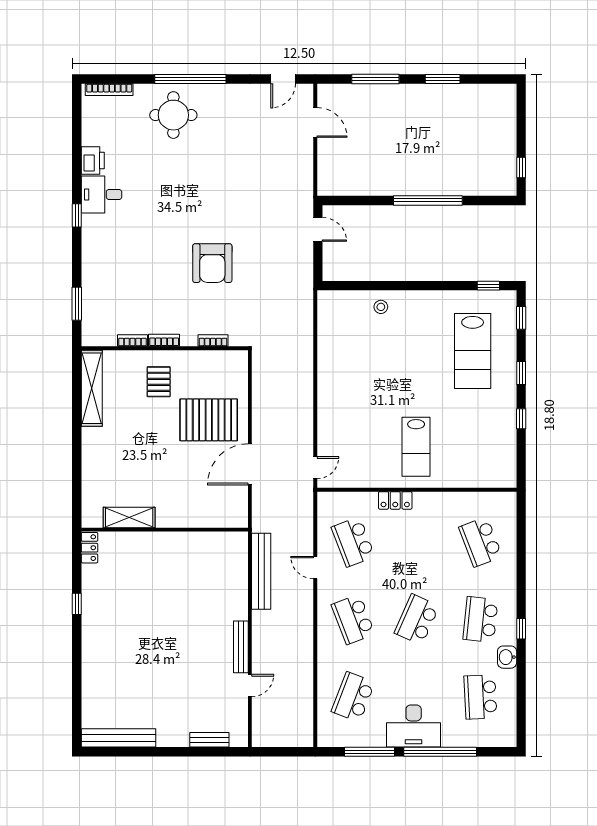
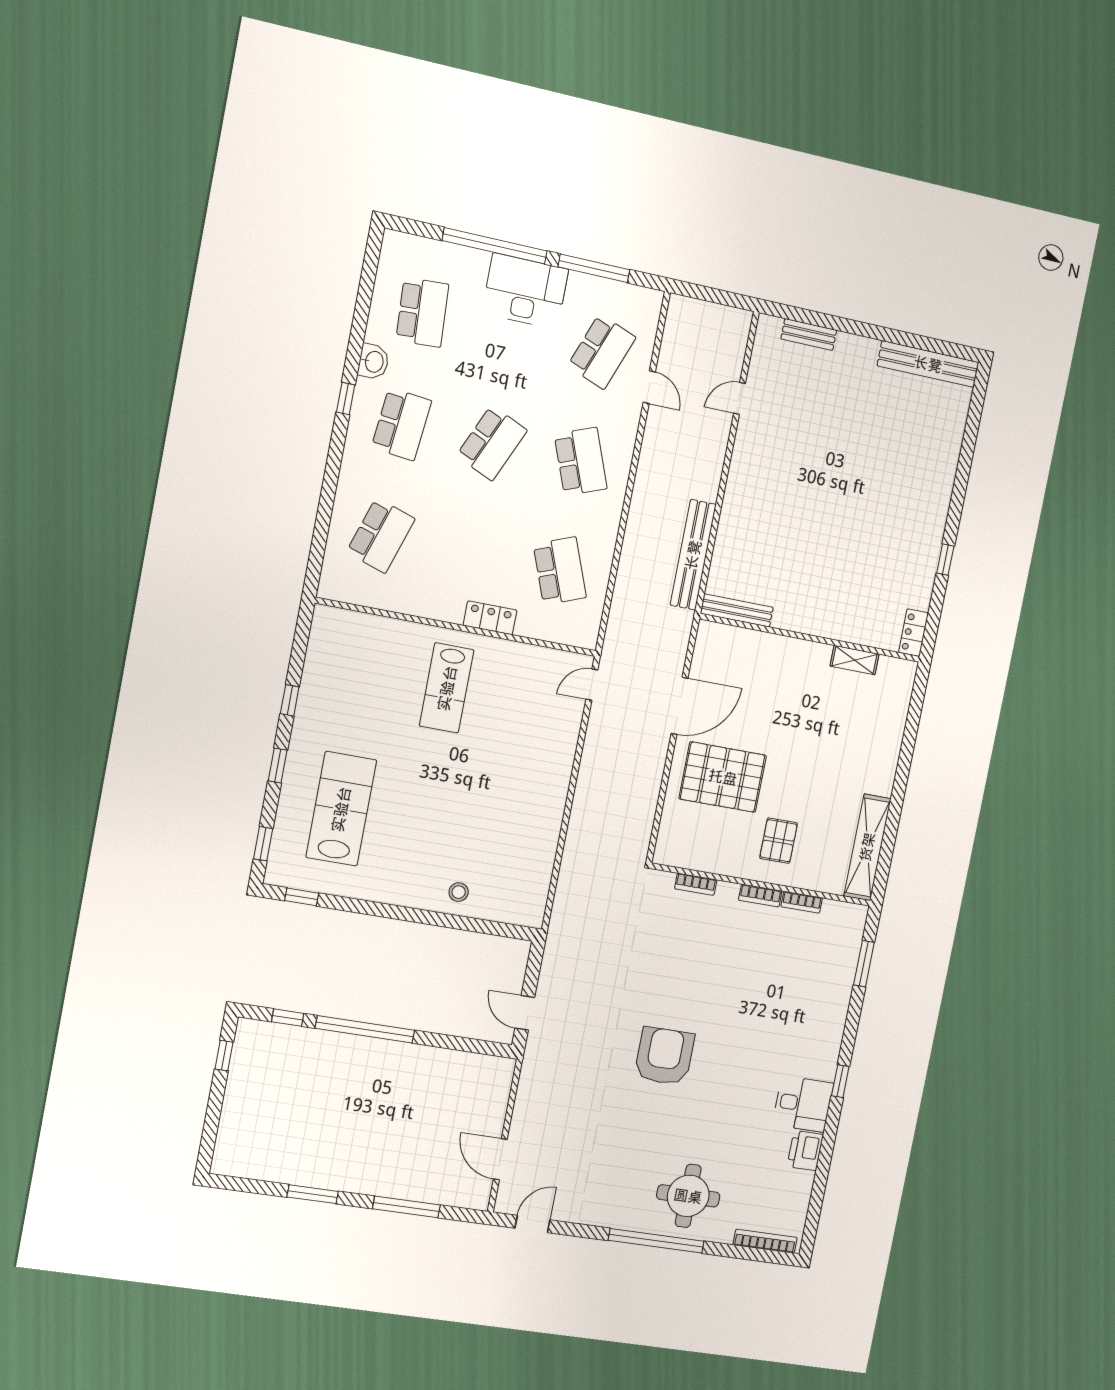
window: (483, 200) -> (288, 1018), added
armchair: (212, 263) -> (664, 1056), moved
lab bench: (416, 447) -> (447, 688), turned 180
shelving: (129, 518) -> (855, 660), width x0.67, depth x0.75
school desk: (480, 542) -> (381, 535), turned 39
door: (315, 568) -> (649, 387), moved
bench: (241, 647) -> (737, 610), moved, turned 90

